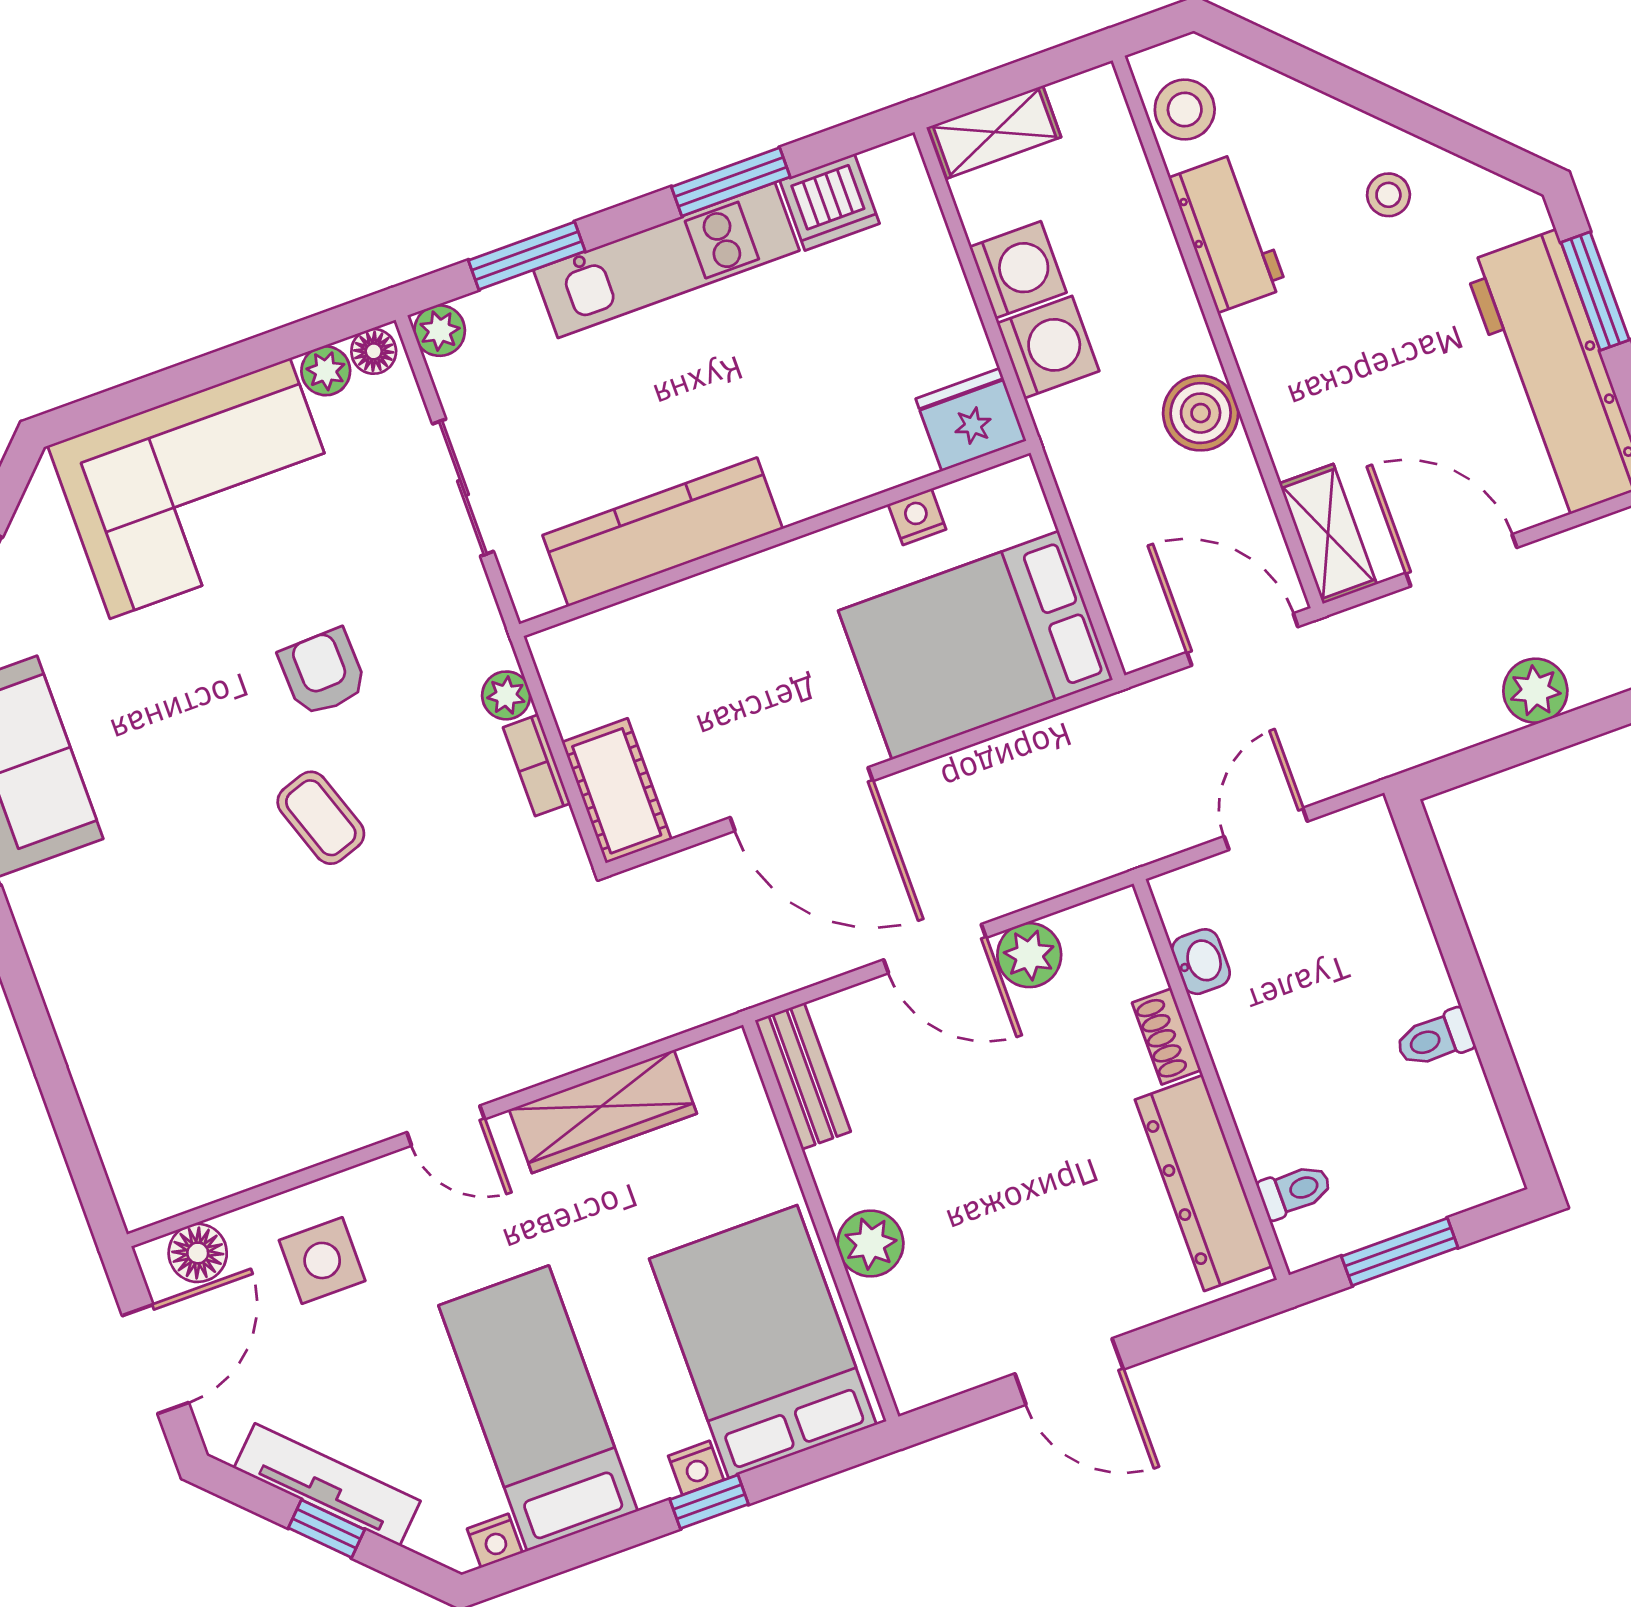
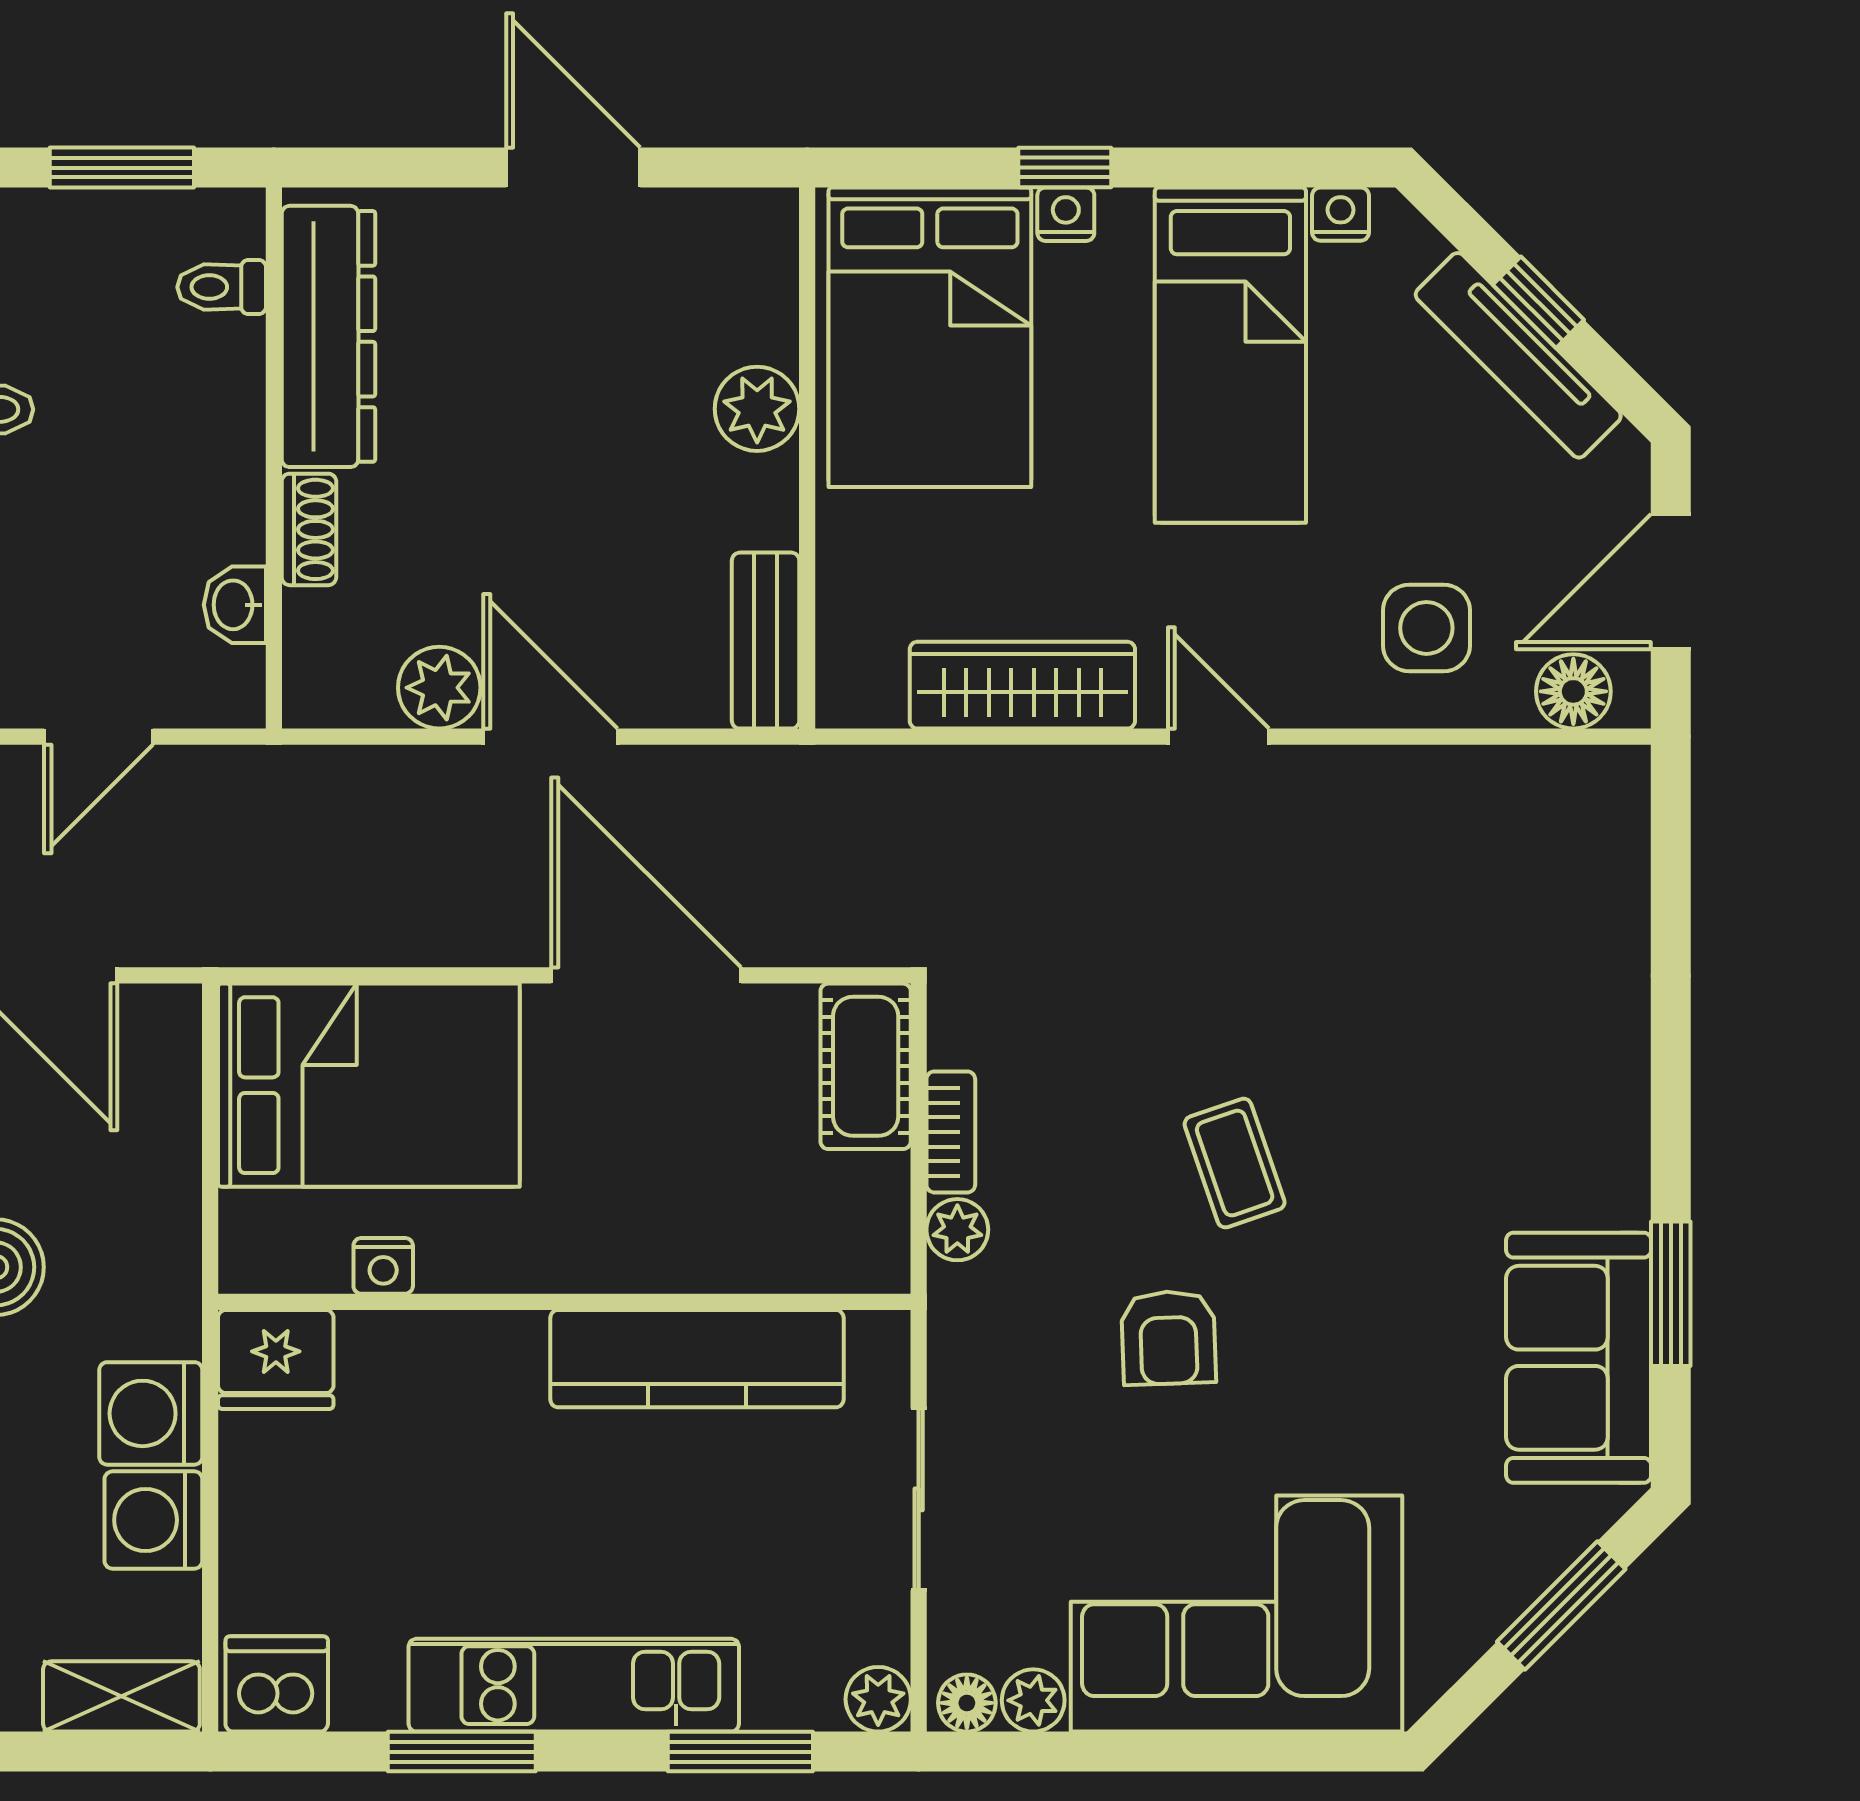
dishwasher: (830, 202) -> (277, 1684), moved

